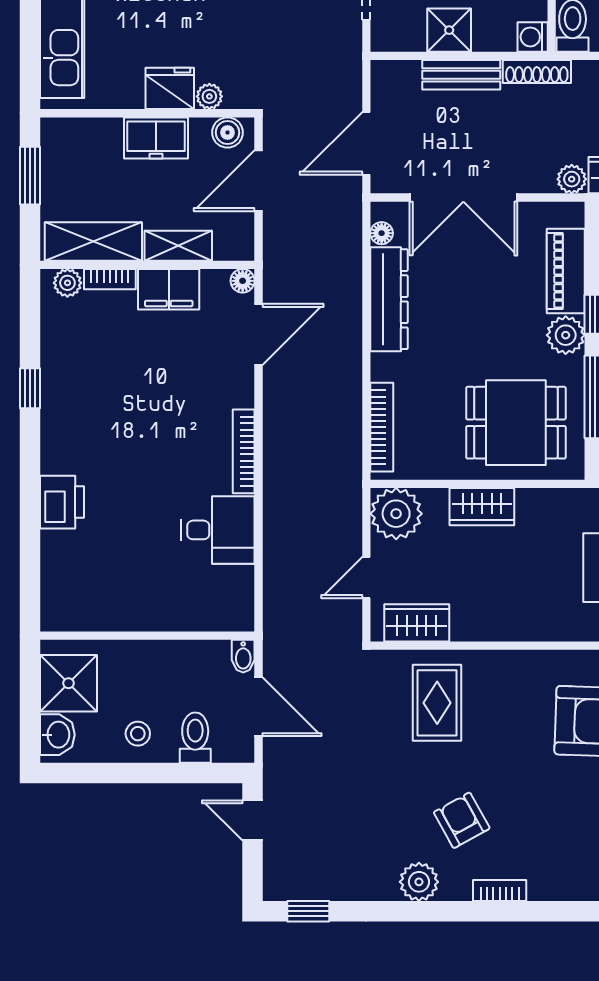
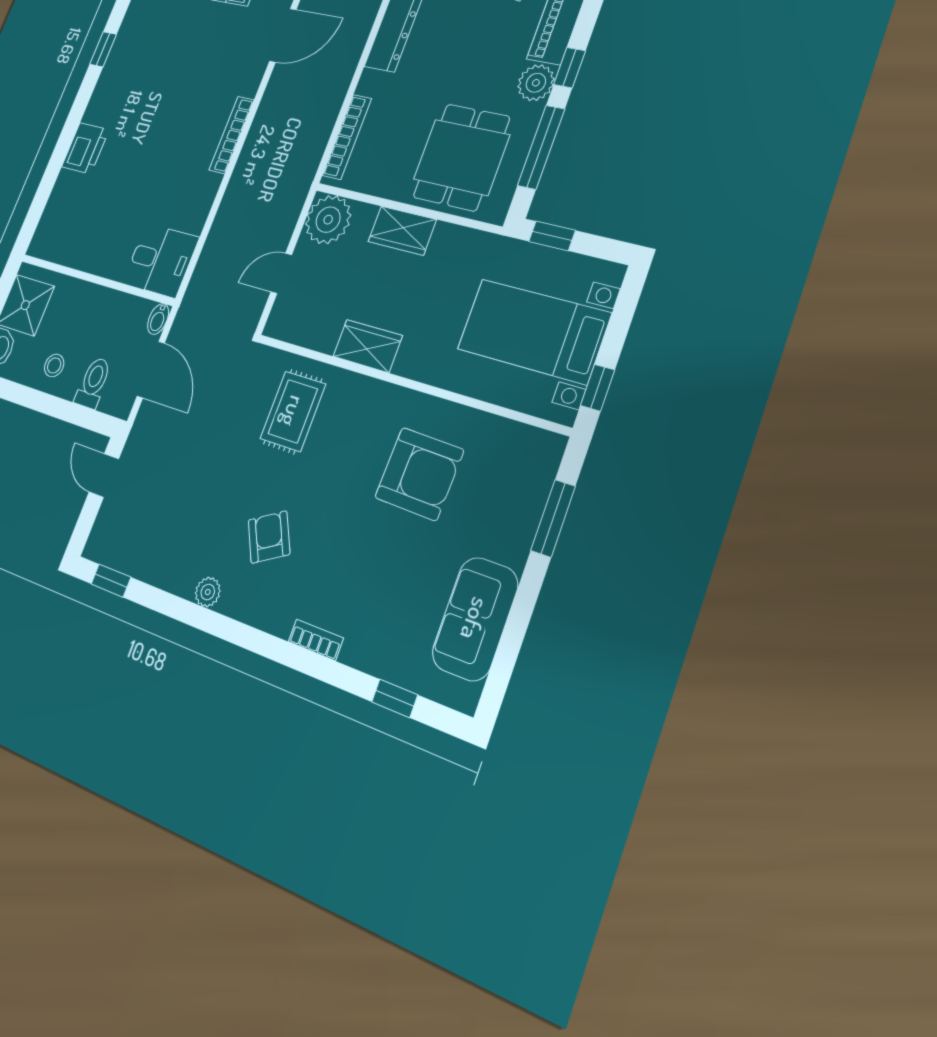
dining table: (516, 423) -> (461, 157), turned 90
desk: (218, 530) -> (161, 260), moved
wardrobe: (417, 623) -> (368, 346), moved
plant: (419, 882) -> (208, 592), width x0.73, depth x0.73
bookcase: (500, 890) -> (316, 640), moved

